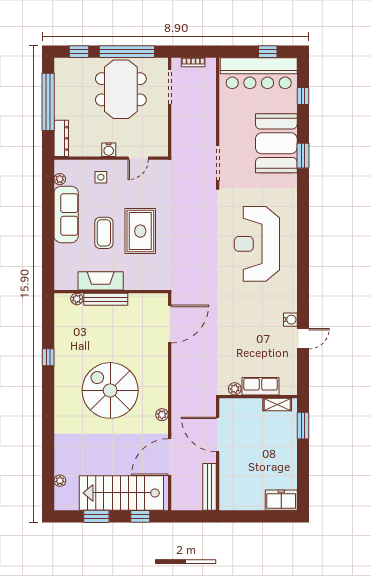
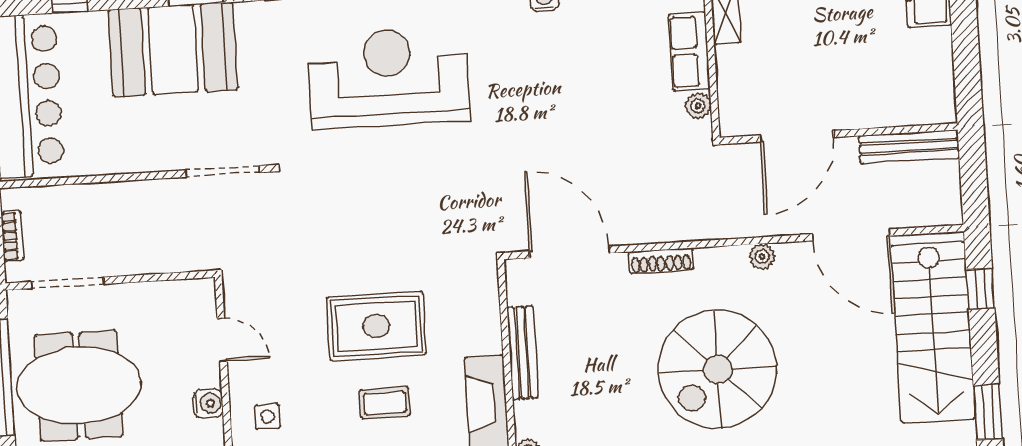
coffee table: (104, 233) -> (385, 403), width x0.73, depth x0.77
reception desk: (257, 244) -> (388, 78), turned 180
bench: (106, 299) -> (523, 353), moved
shoe rack: (163, 367) -> (661, 261), added
window: (96, 516) -> (988, 412), moved

